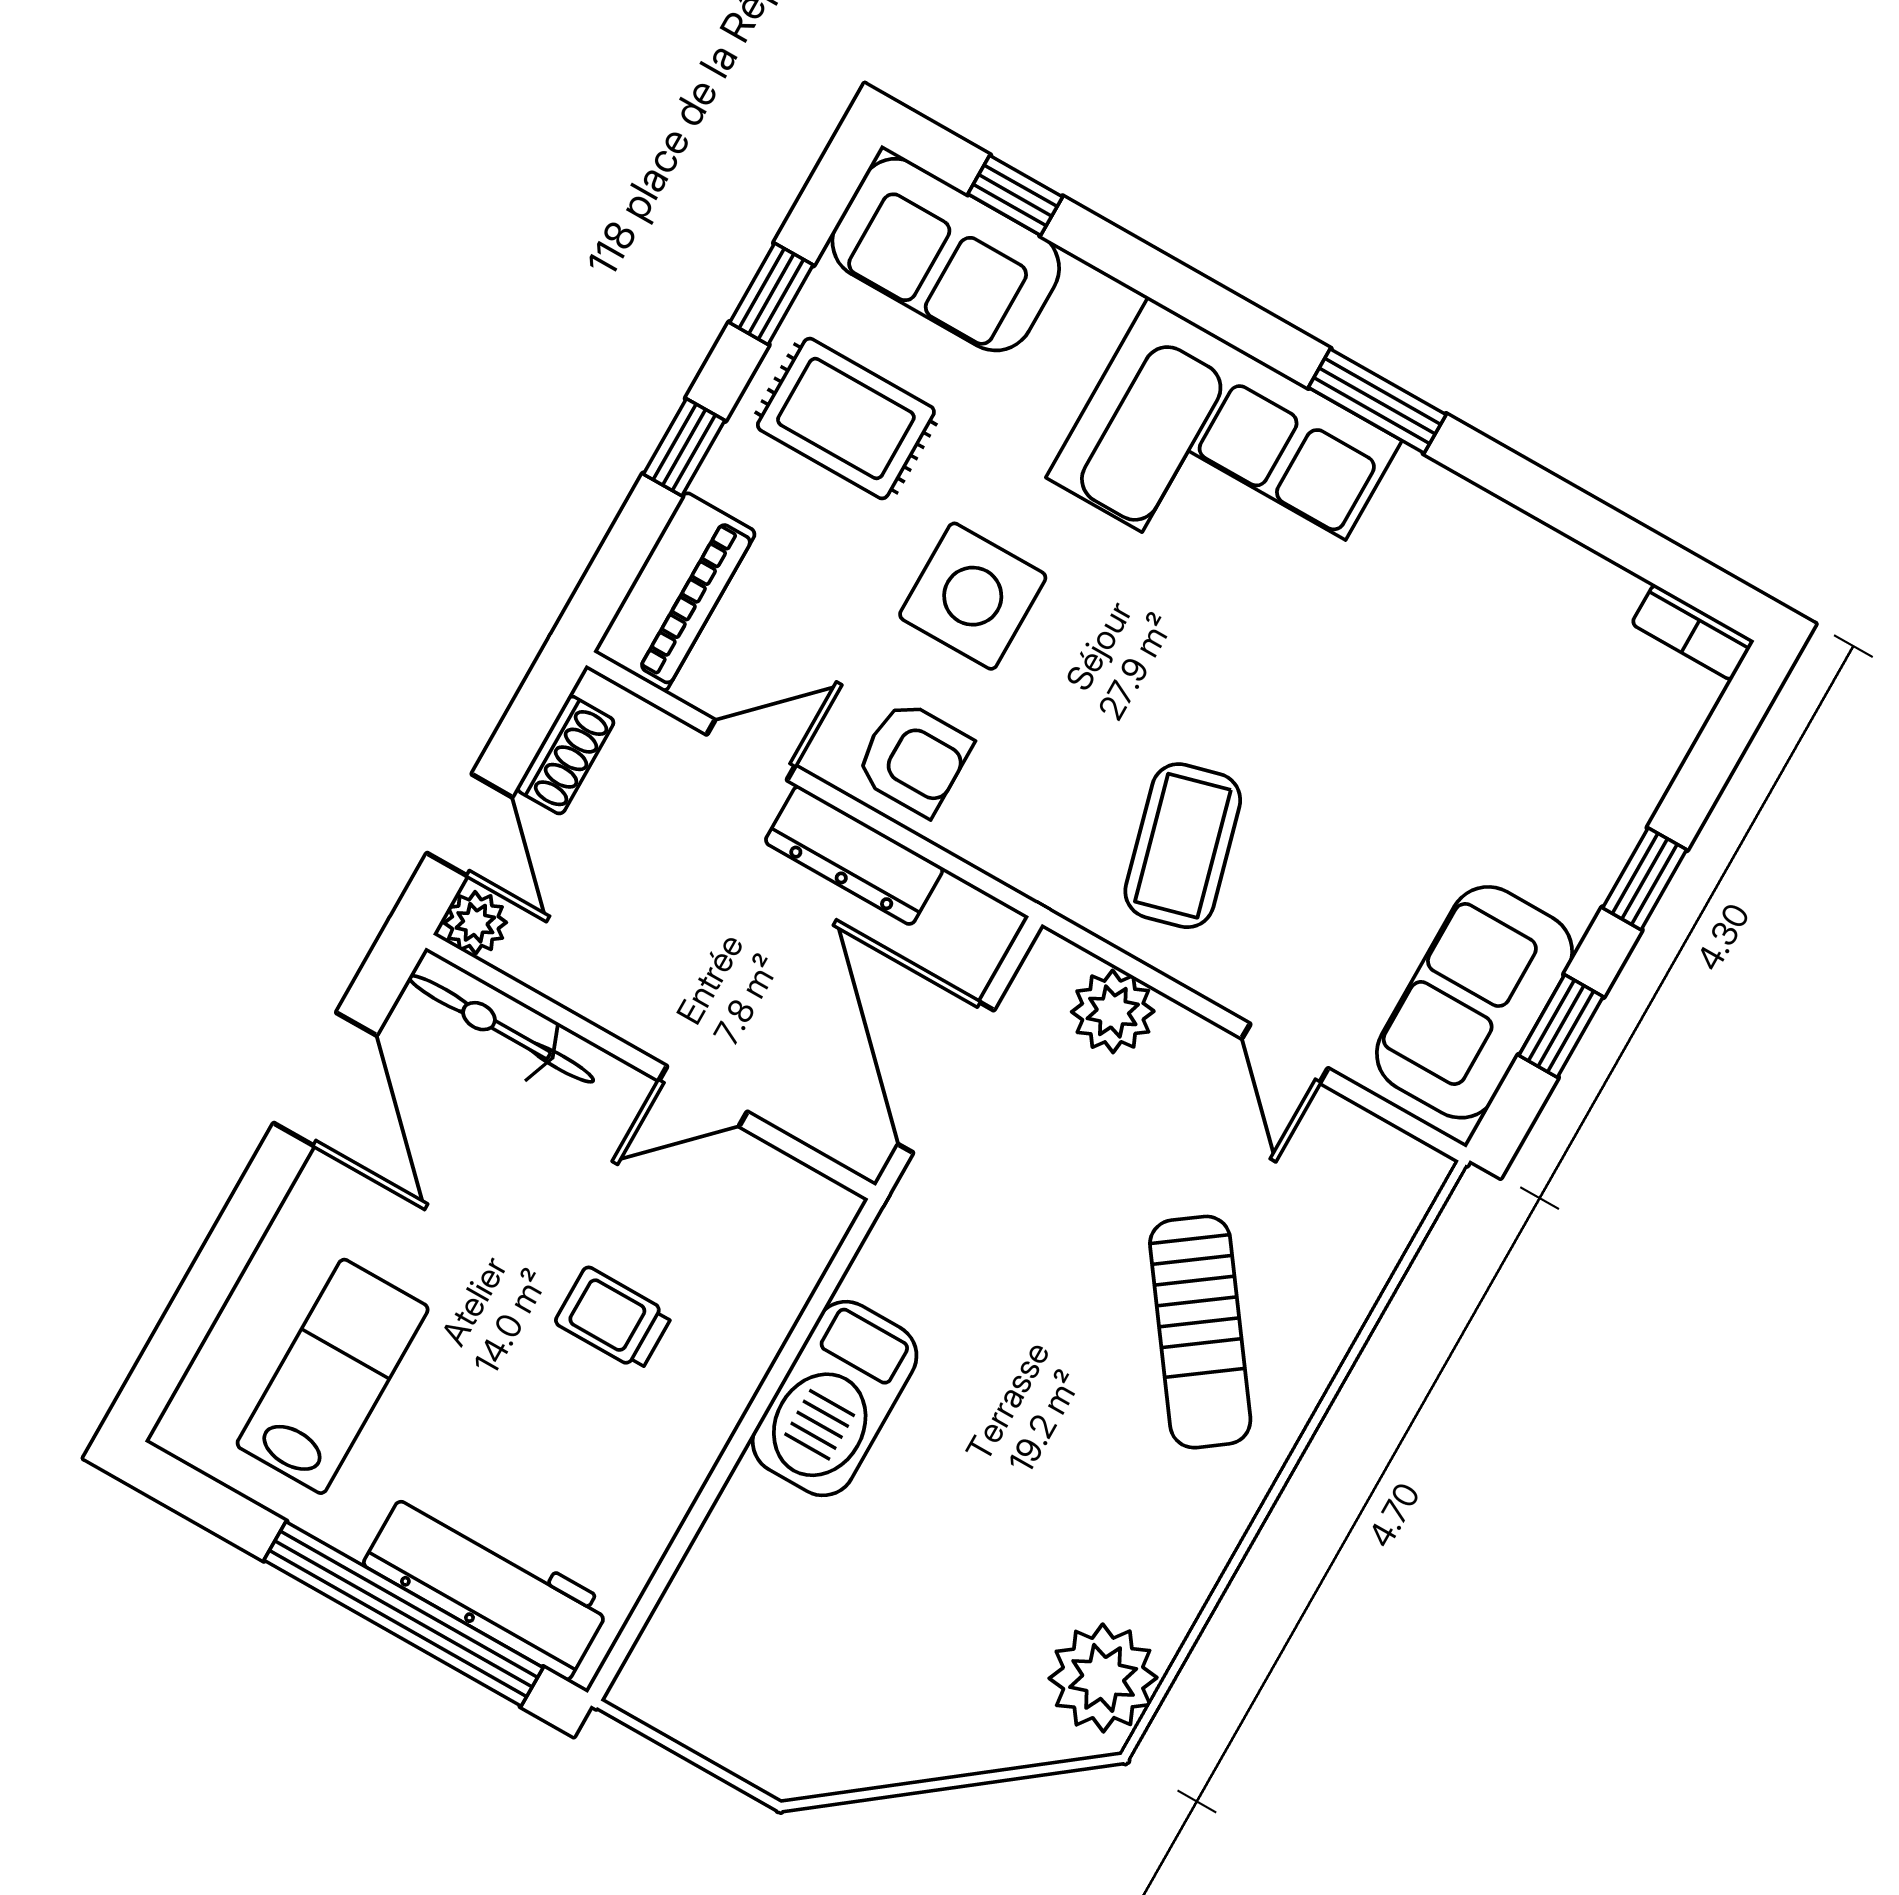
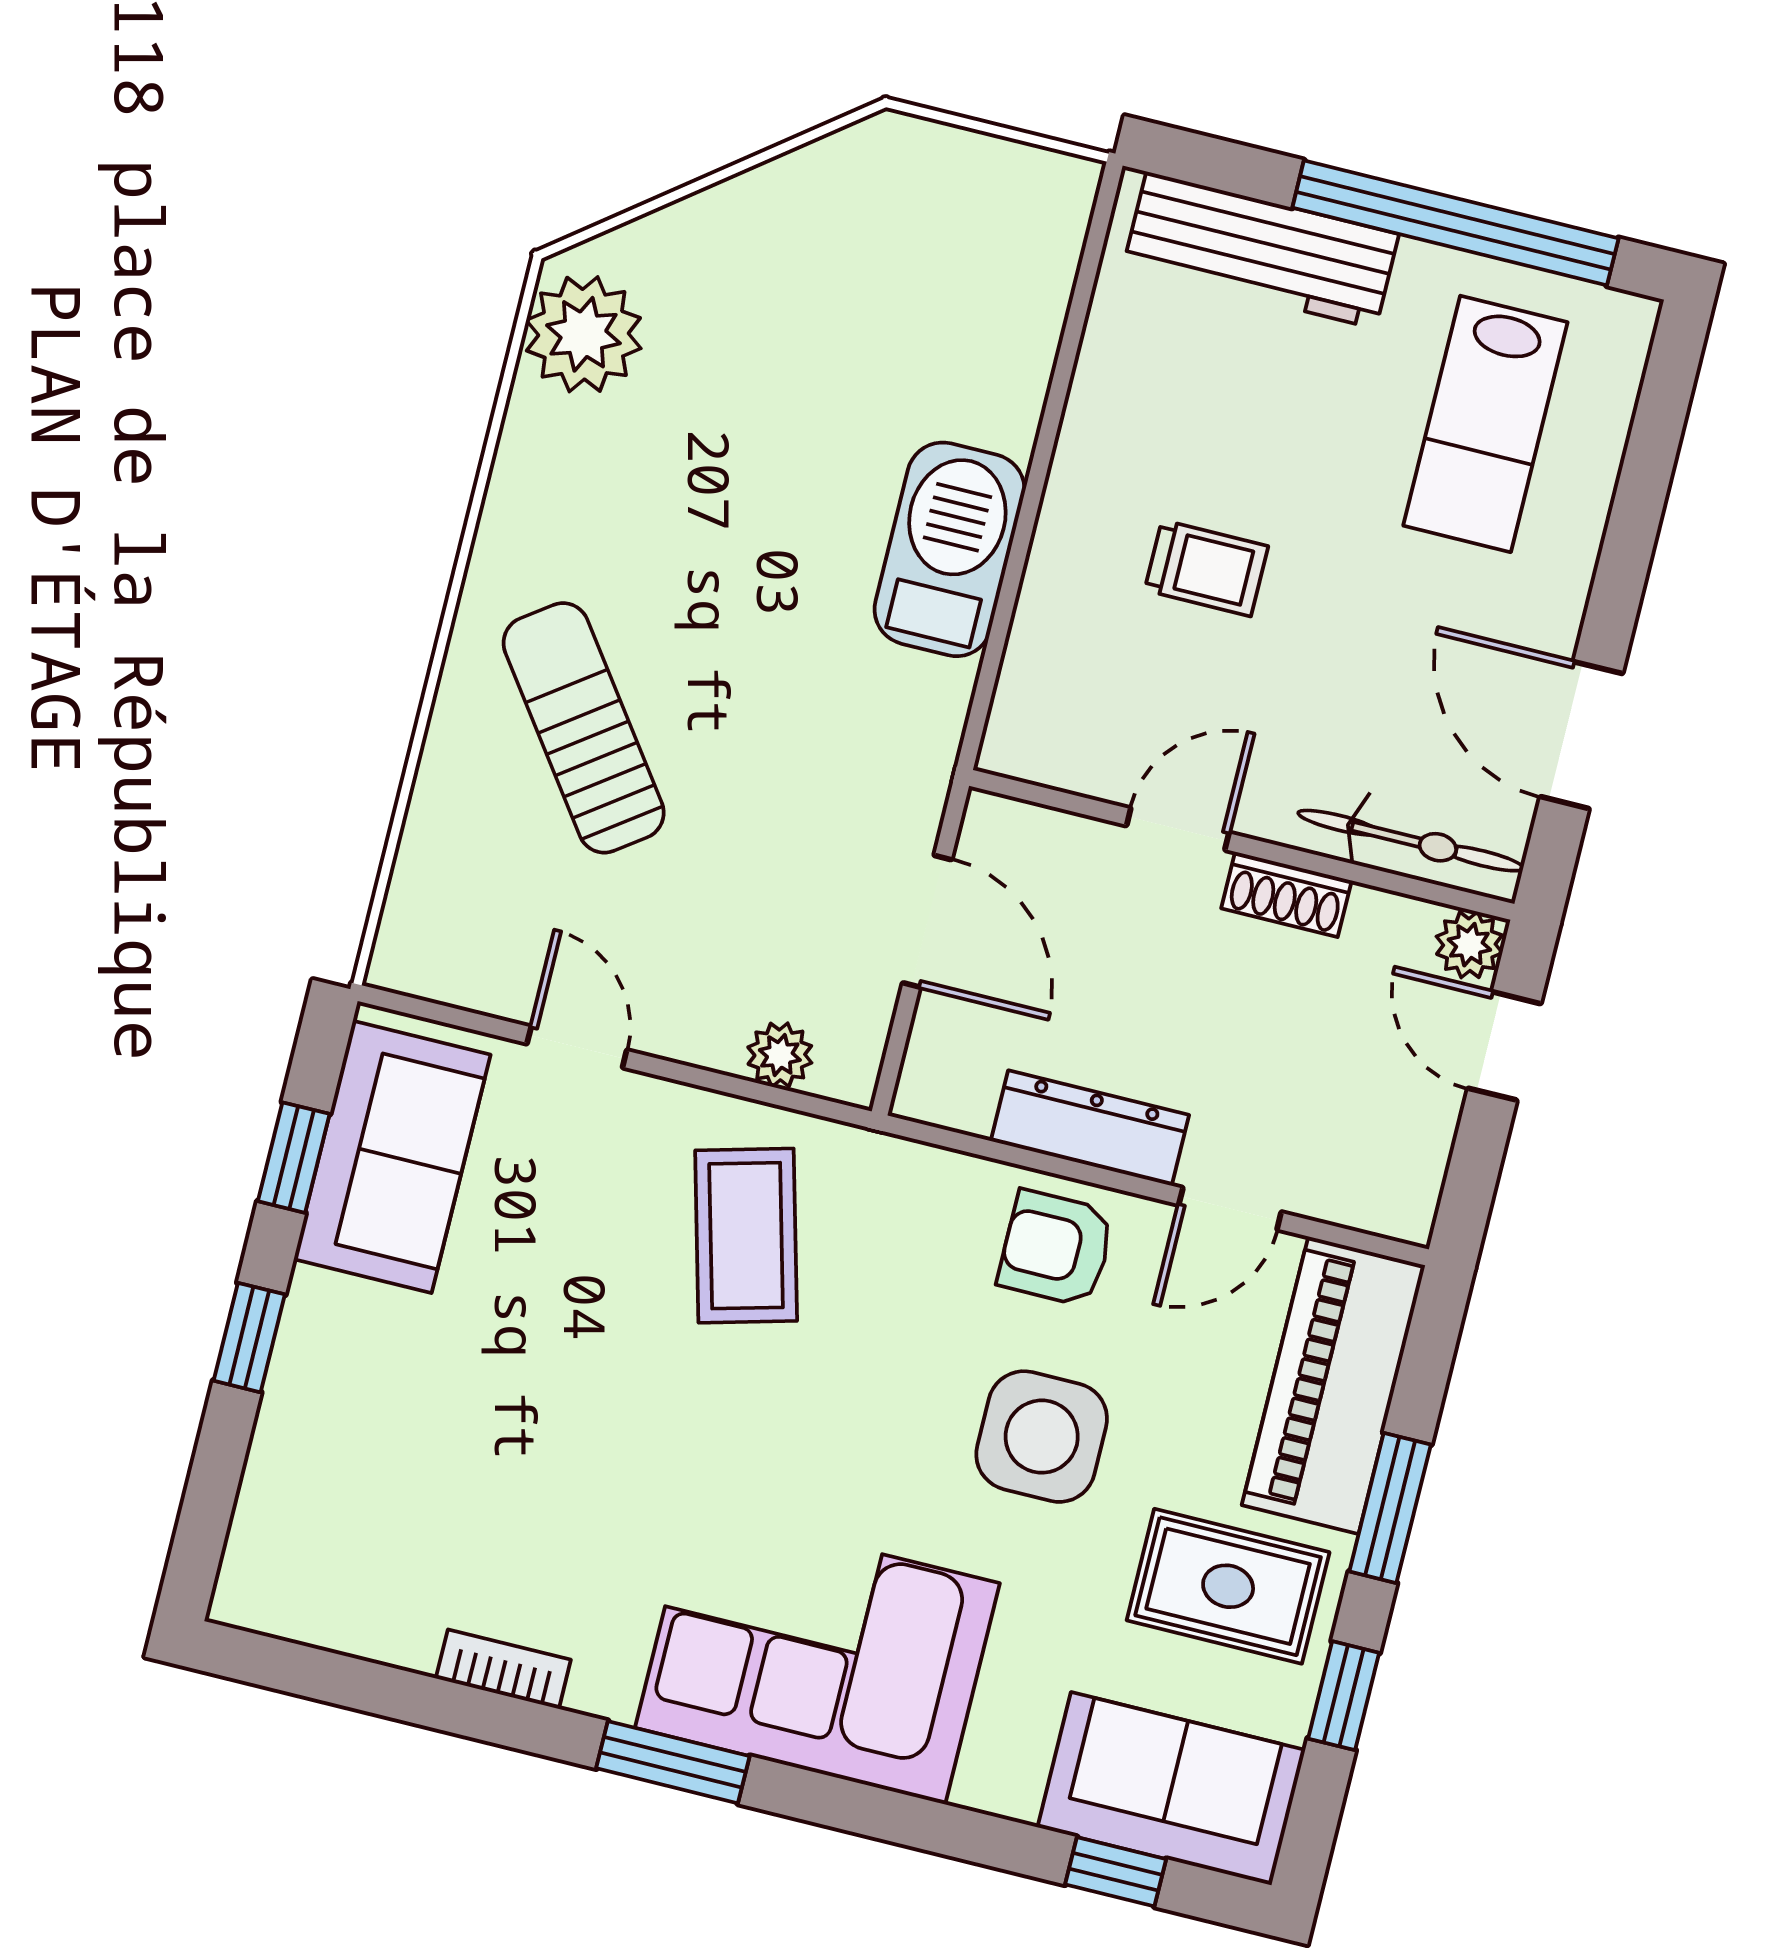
window: (684, 447) -> (1390, 1508), width x1.50
piano: (675, 592) -> (1333, 1385), width x1.37, depth x1.33
bookcase: (1693, 632) -> (503, 1669), moved
shoe rack: (565, 755) -> (1286, 894), moved, turned -90
plant: (1113, 1011) -> (780, 1055), width x0.73, depth x0.73
door: (946, 1077) -> (927, 921), width x0.73
window: (404, 1614) -> (1455, 223), moved

